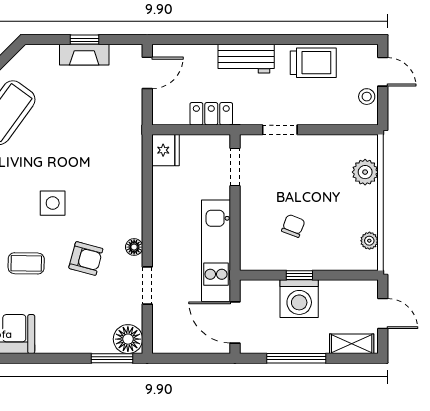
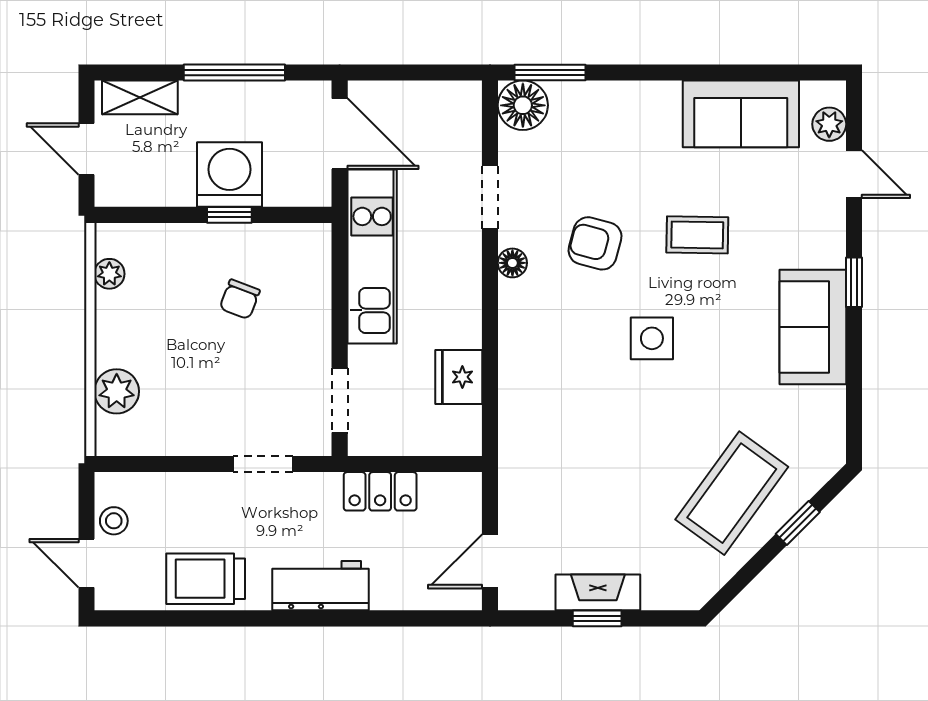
fridge: (165, 150) -> (459, 377), moved

